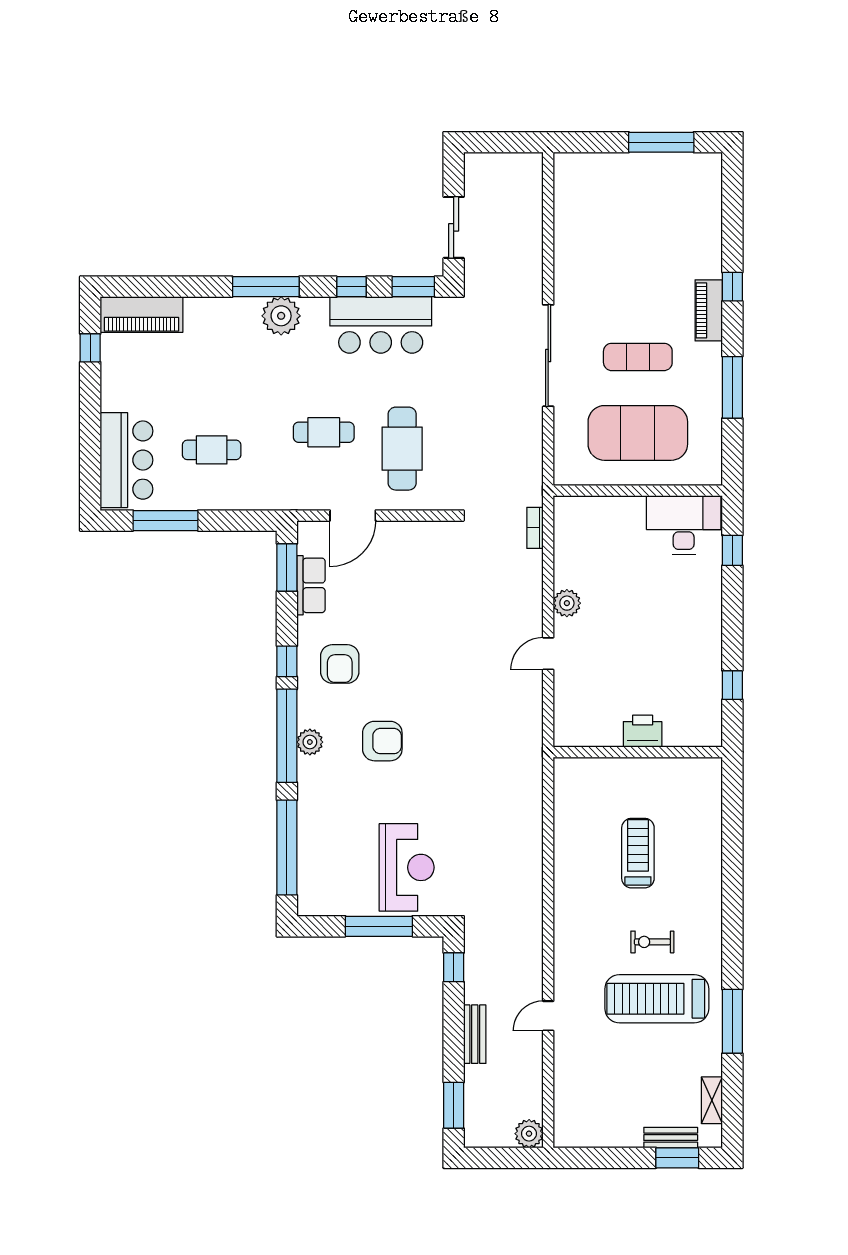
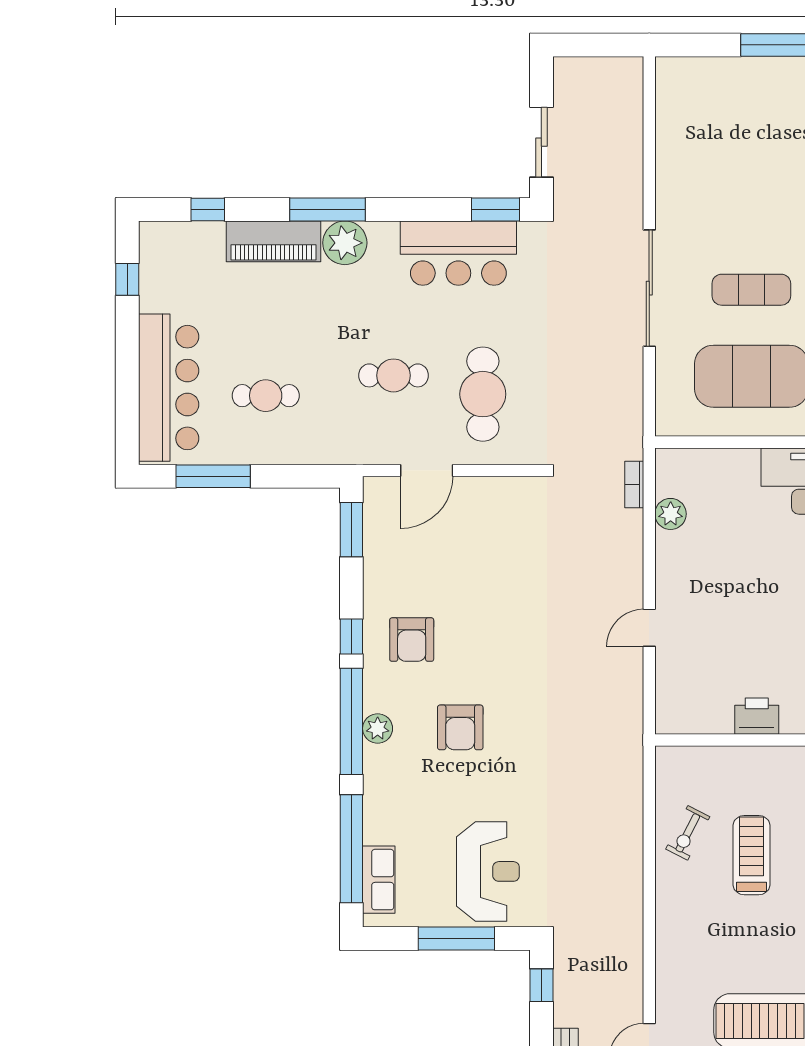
window: (351, 287) -> (208, 210), moved
piano: (142, 315) -> (274, 241), moved
bar counter: (127, 460) -> (169, 388), width x1.36
row of seats: (311, 585) -> (379, 880), moved
plant: (567, 603) -> (671, 514), moved
armchair: (382, 741) -> (460, 727), turned 90
exercise bike: (652, 942) -> (688, 833), moved, turned -63

